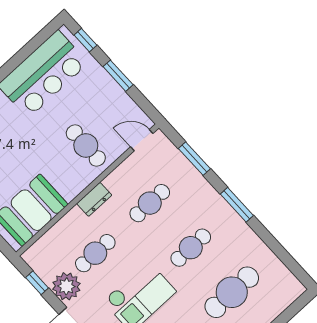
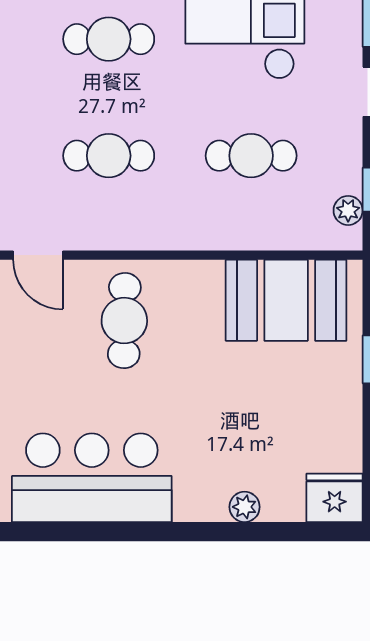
dresser: (94, 199) -> (183, 233), removed
plant: (66, 286) -> (348, 210), moved, width x0.53, depth x0.53

